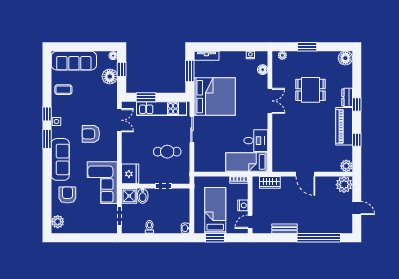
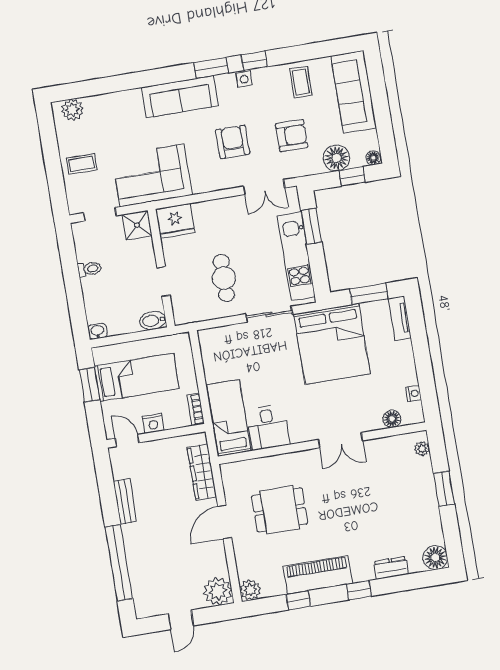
dining table: (310, 90) -> (280, 510), moved, turned 90
dresser: (347, 97) -> (391, 568), moved
wardrobe: (270, 182) -> (202, 472), width x1.50
armchair: (67, 195) -> (292, 136), moved
bidet: (143, 196) -> (153, 320), moved
coffee table: (89, 221) -> (82, 164), added

